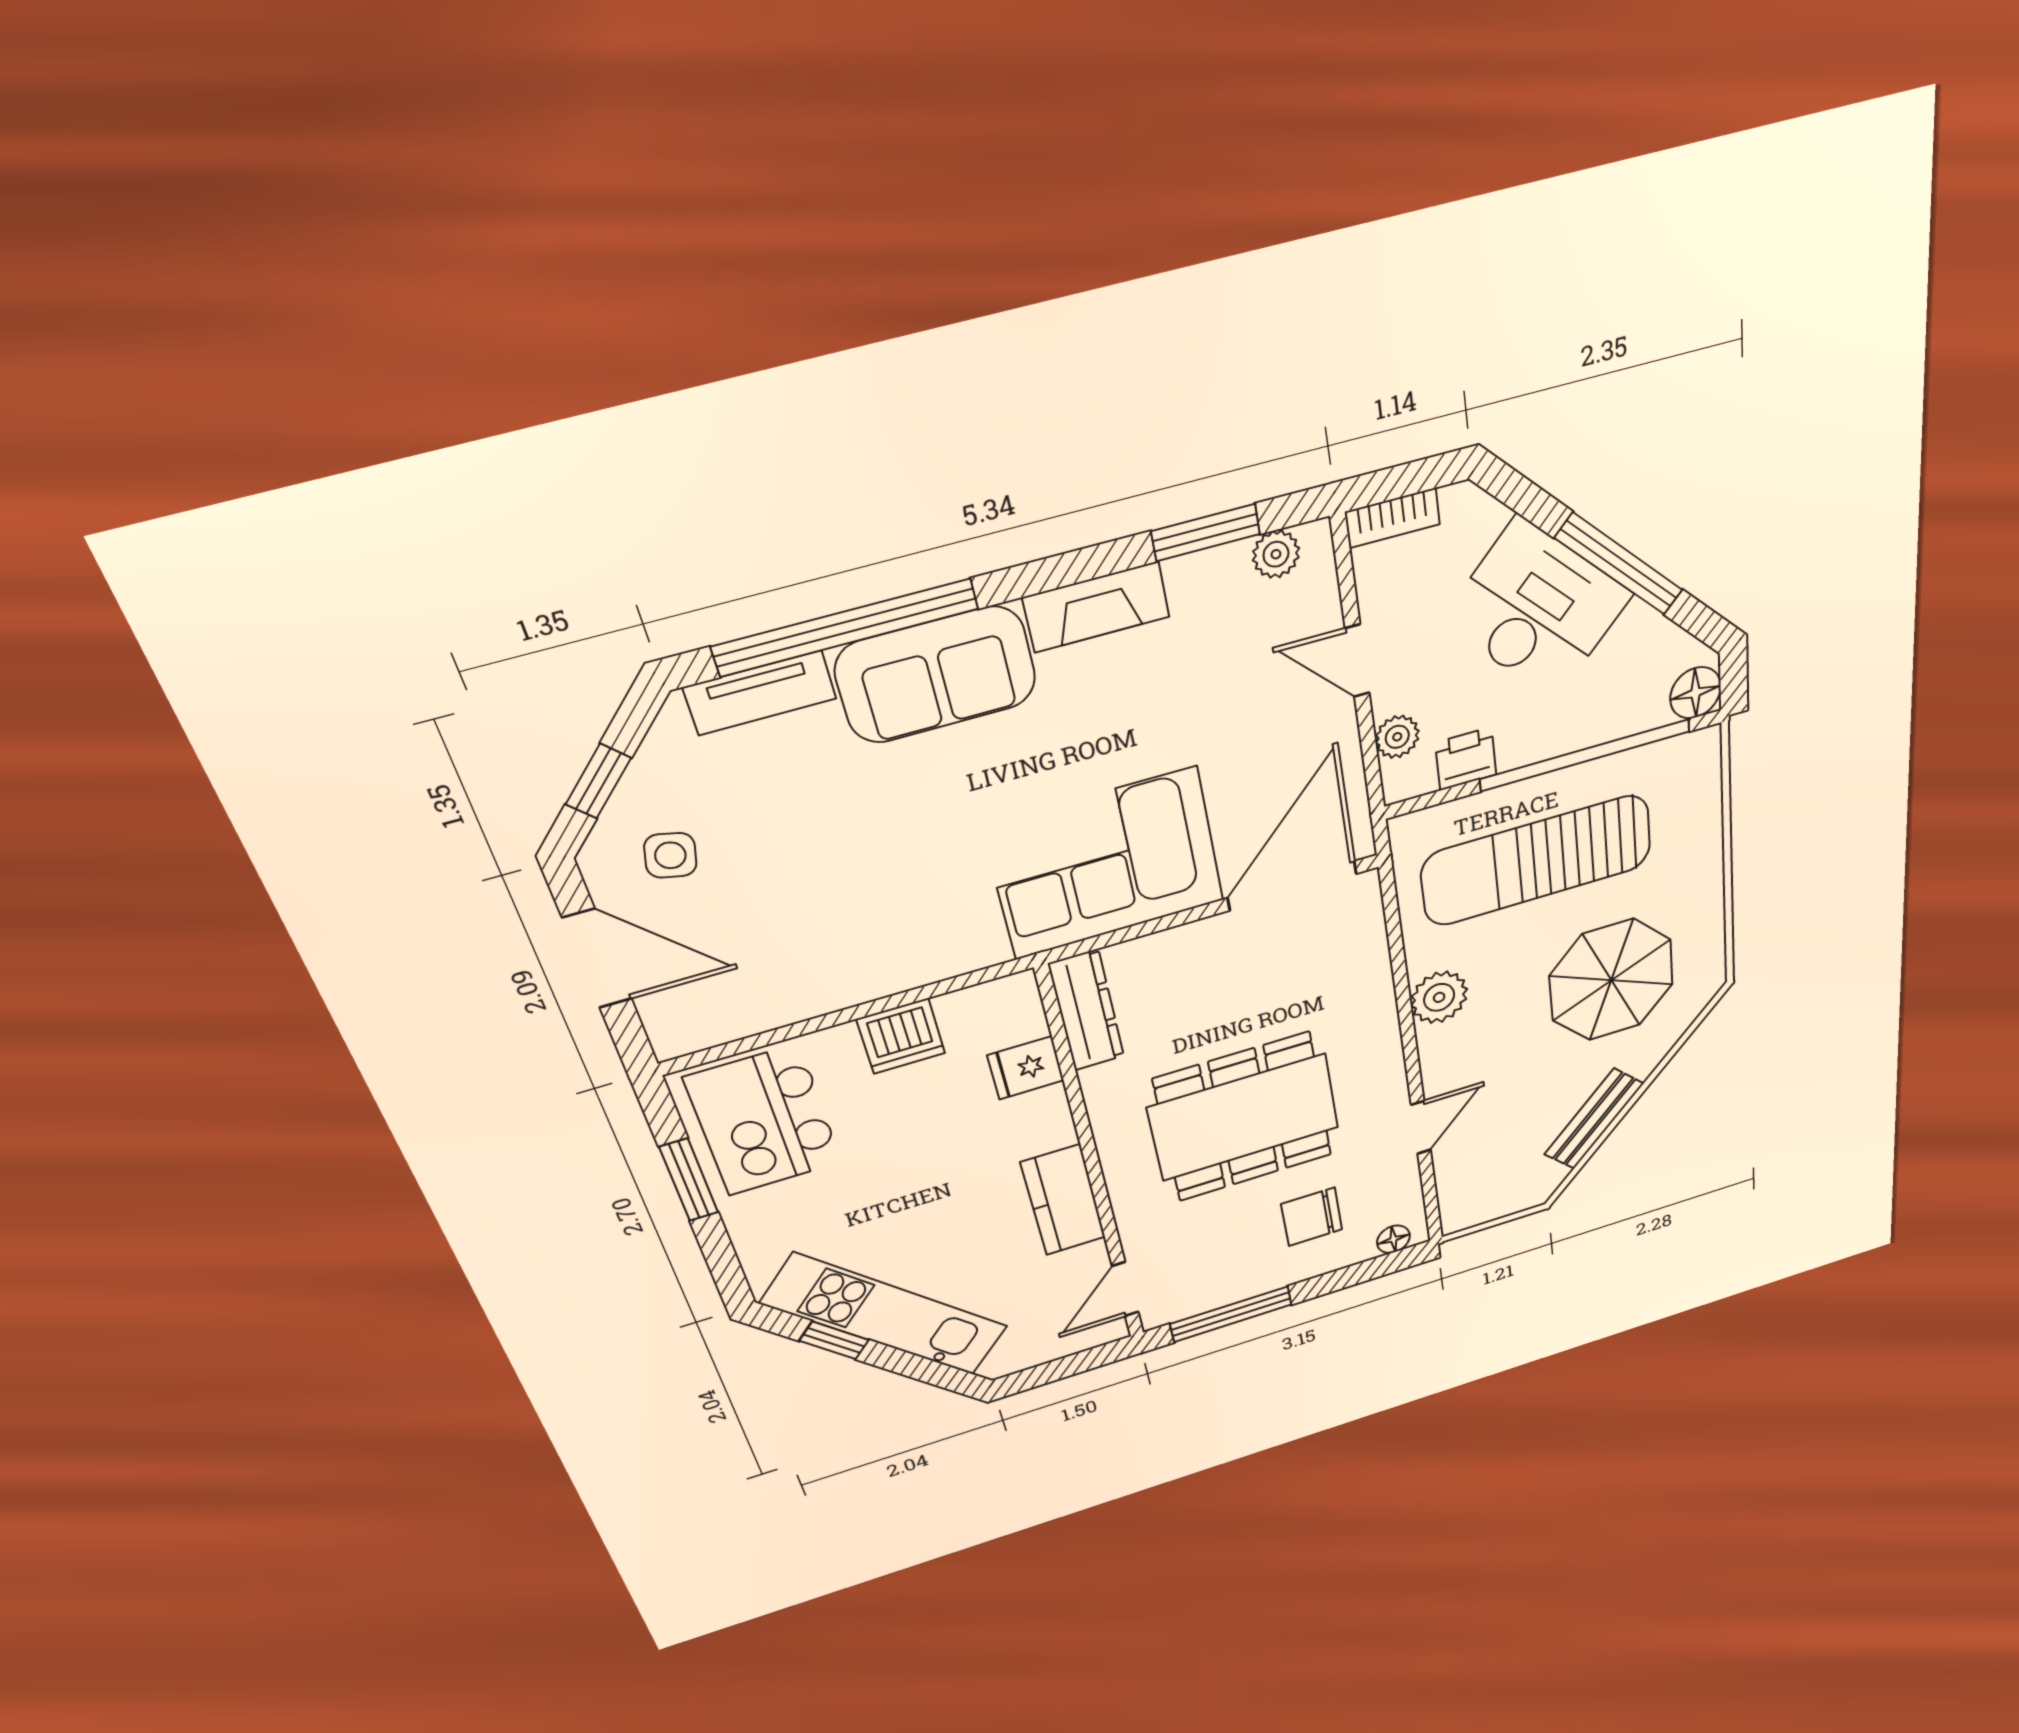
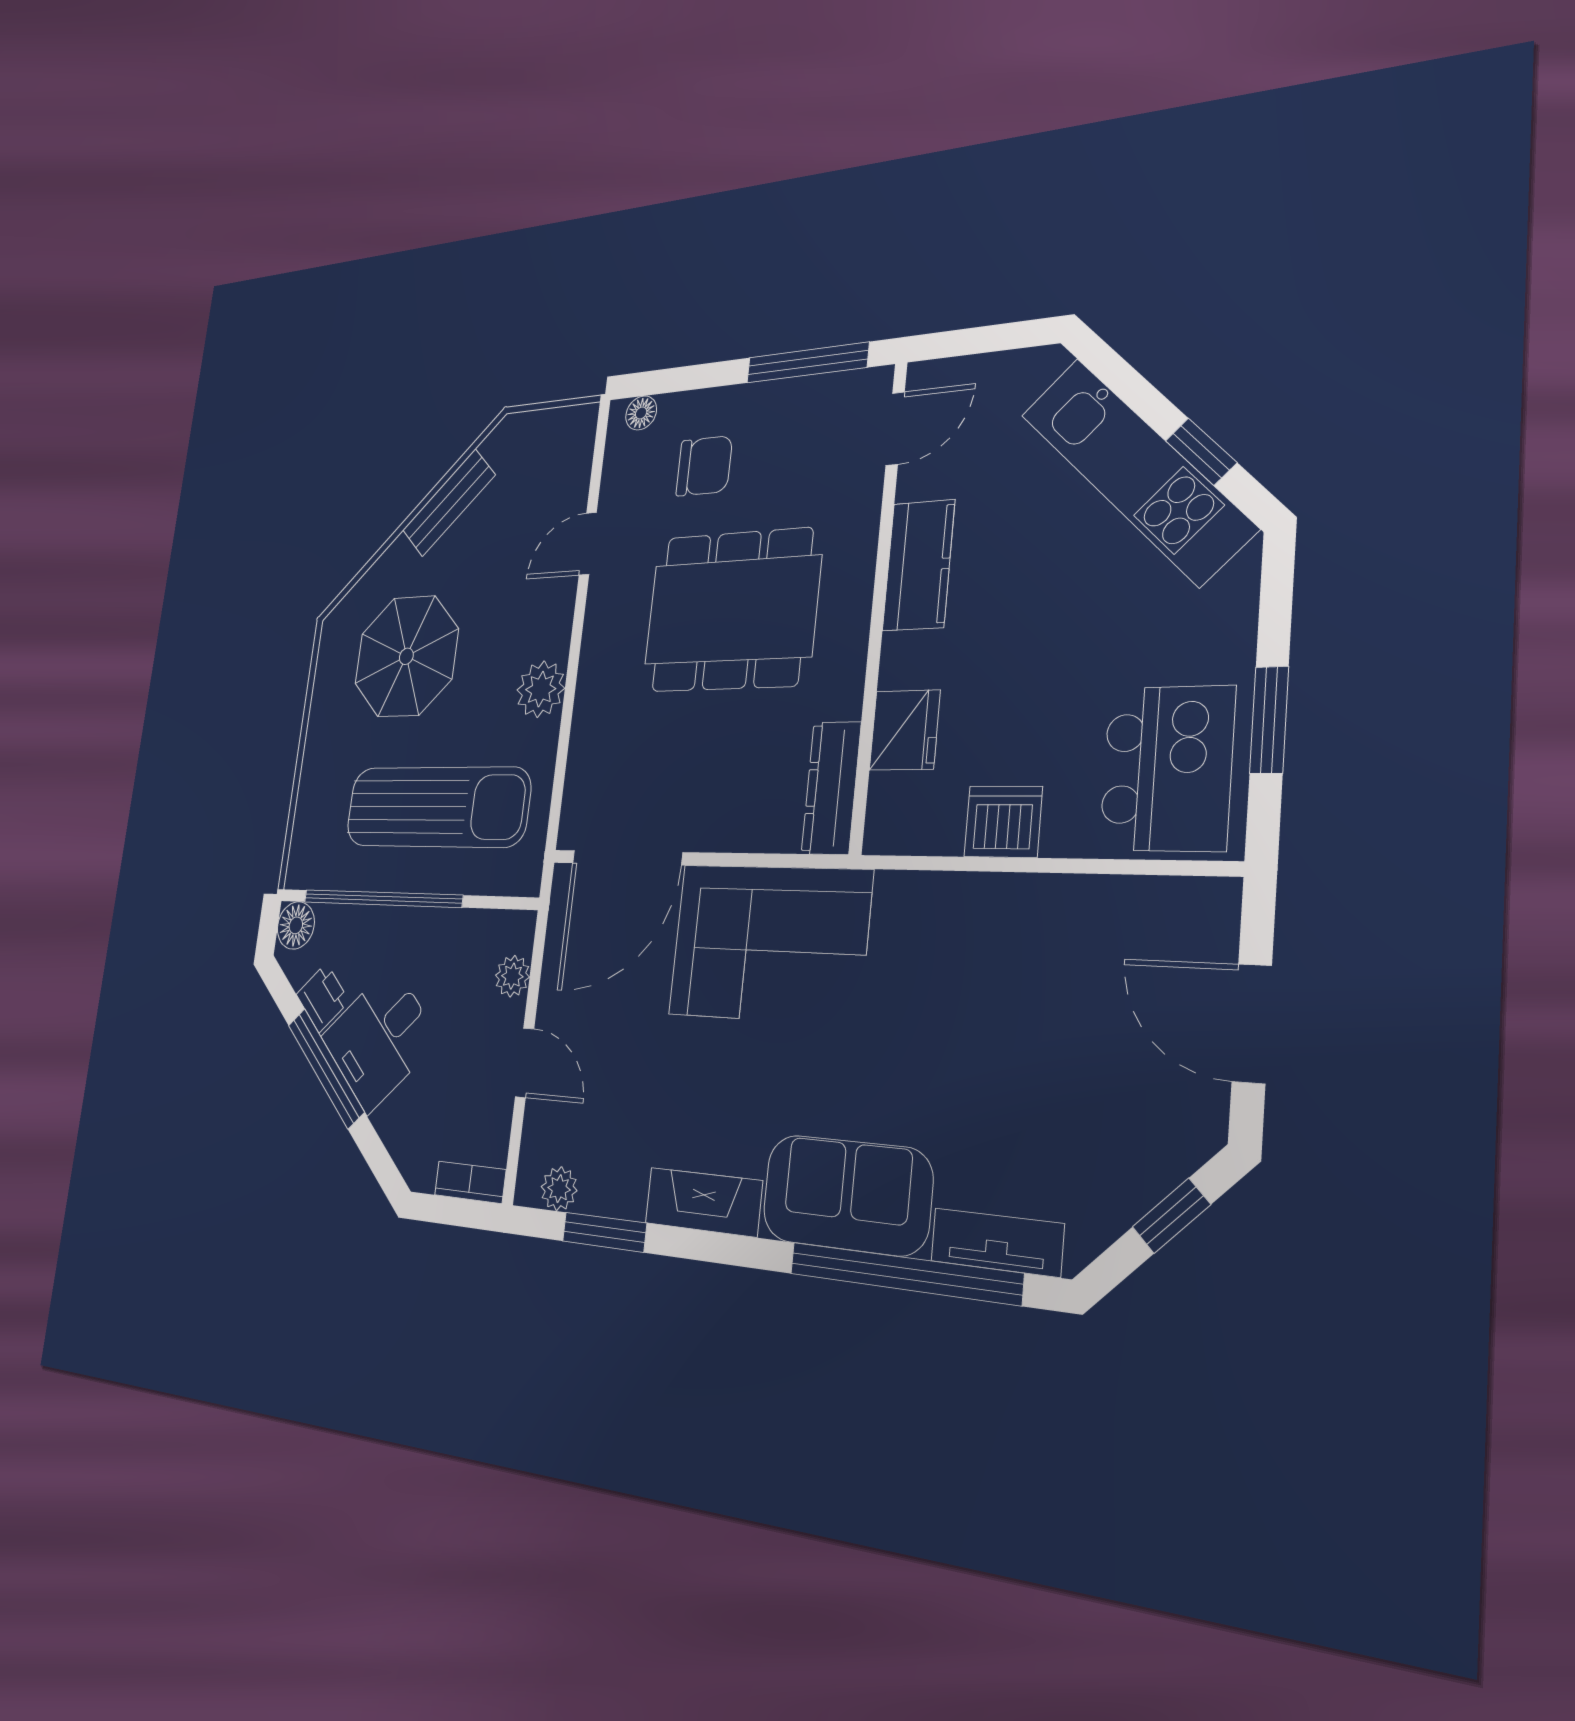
desk: (1537, 609) -> (380, 1039), width x0.73
printer: (1466, 759) -> (323, 998), moved, turned -135
side table: (670, 855) -> (1138, 1110), removed
fridge: (1026, 1068) -> (905, 730), width x1.38

